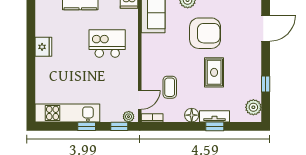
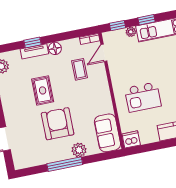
armchair: (205, 33) -> (58, 124), turned 90
plant: (129, 117) -> (131, 32), moved

